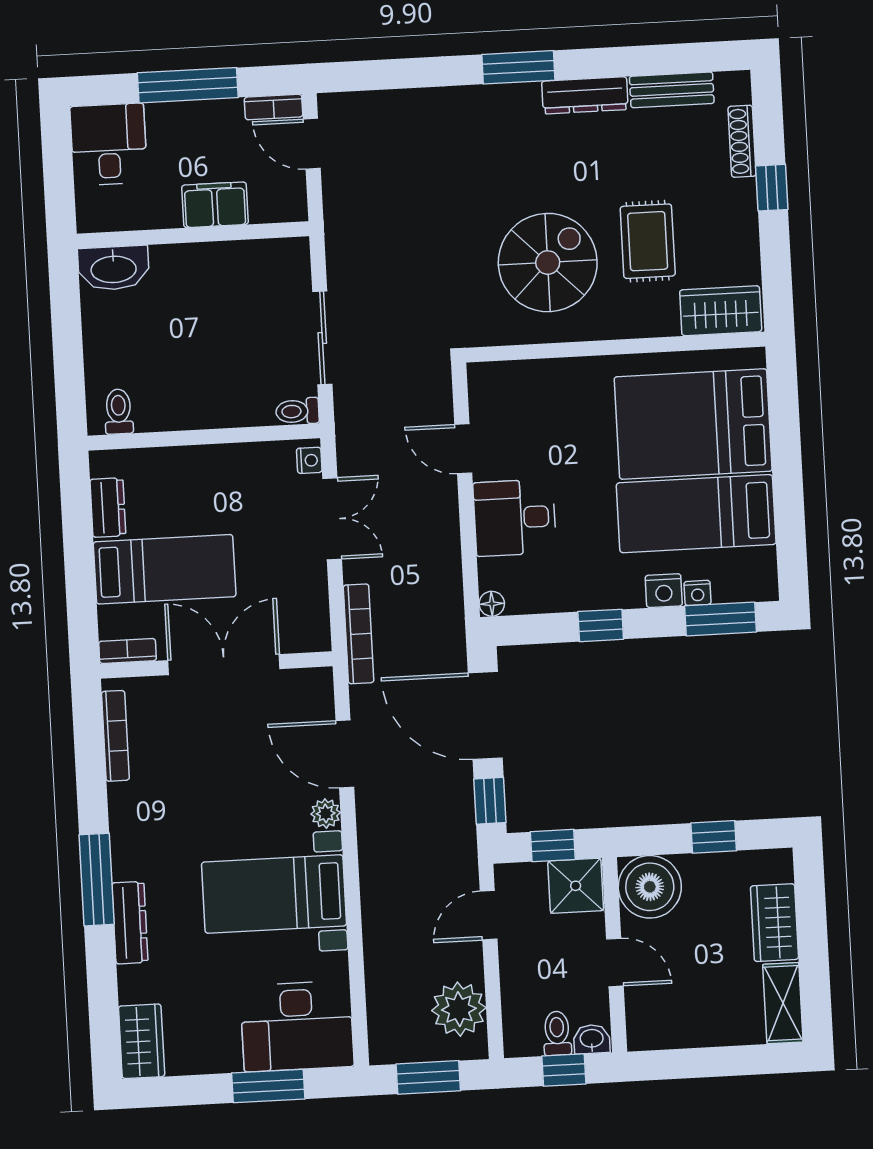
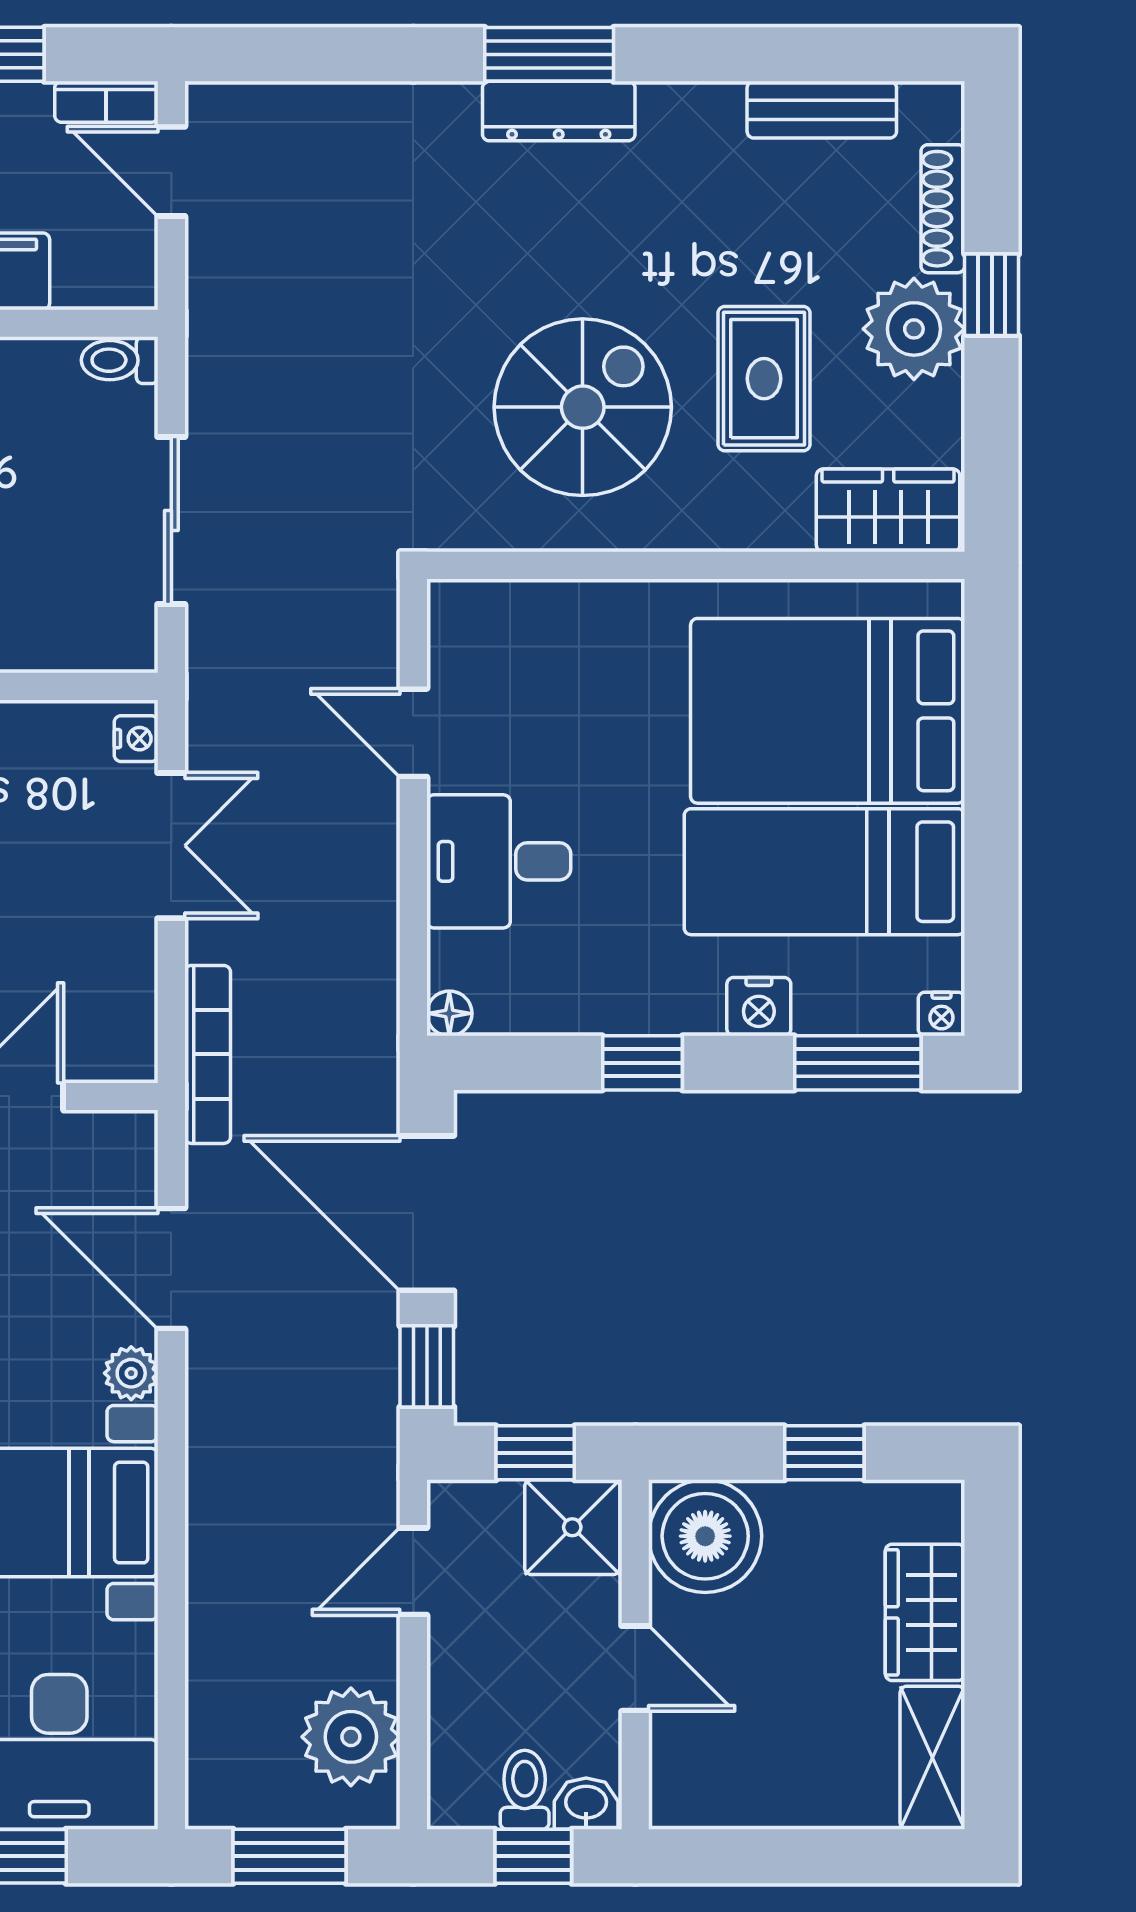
dresser: (585, 95) -> (559, 111), moved
plant: (730, 209) -> (914, 329), added
toilet: (297, 411) -> (120, 360), moved
nightstand: (698, 593) -> (941, 1014), moved

